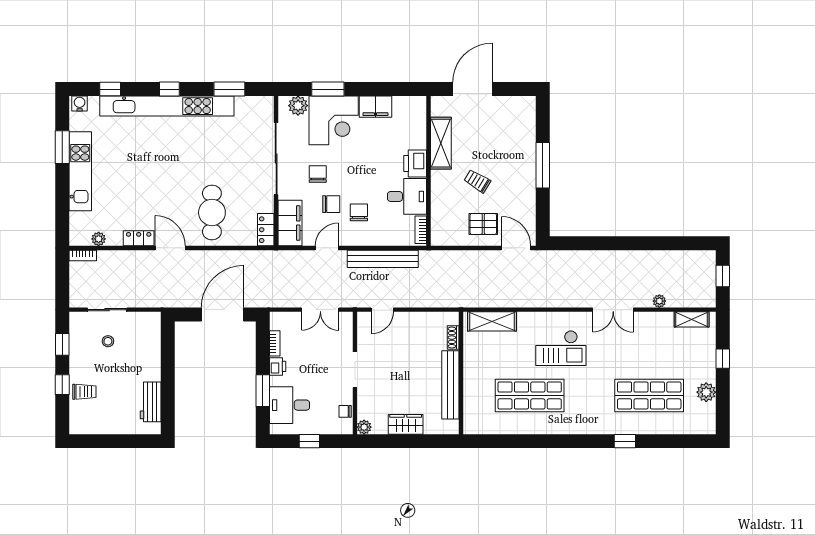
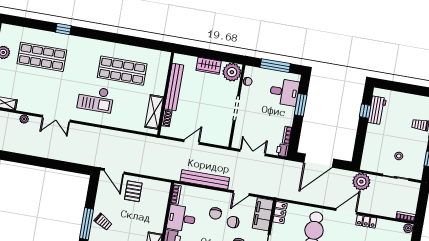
trolley: (477, 181) -> (103, 222), moved
pallet: (483, 224) -> (133, 191), turned 90
plant: (99, 239) -> (408, 228), moved
door: (170, 248) -> (346, 211), swing flipped
plant: (156, 295) -> (361, 182), added
door: (382, 310) -> (192, 142), moved
double door: (613, 310) -> (56, 119), swing flipped
shelving: (492, 321) -> (154, 112), moved, turned 90
checkout: (561, 348) -> (96, 99), turned 180
printer: (278, 366) -> (283, 150), moved
window: (168, 398) -> (365, 111), added
plant: (364, 427) -> (232, 72), width x1.87, depth x1.87
window: (309, 441) -> (275, 66), width x2.17

